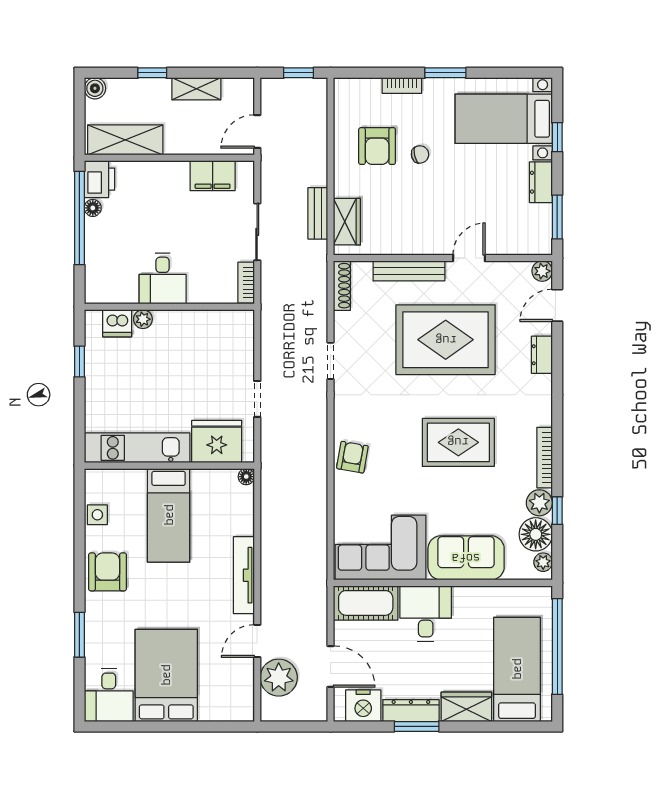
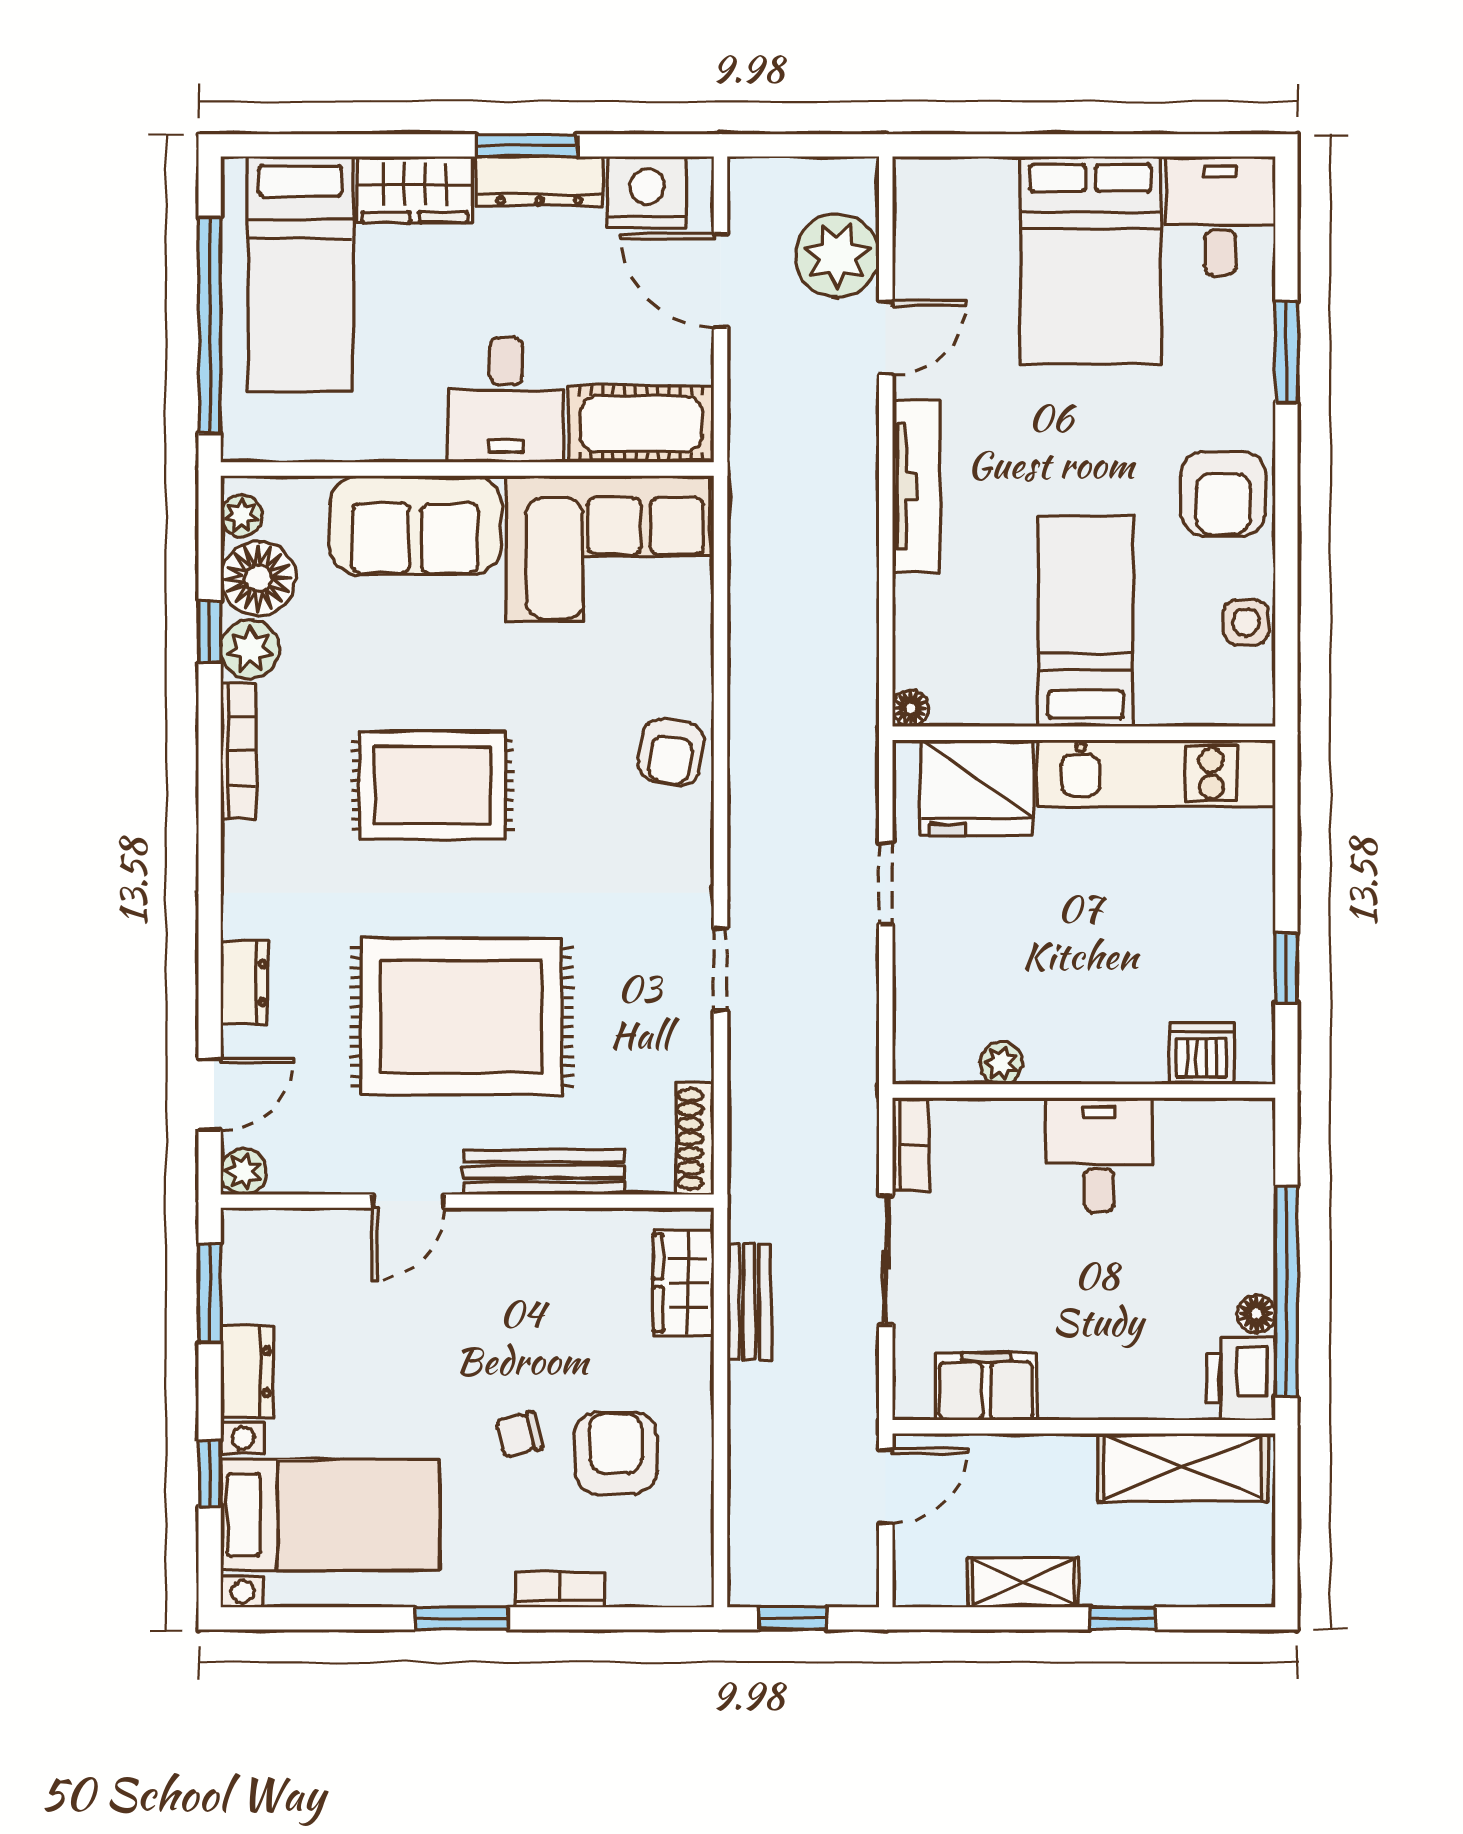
boiler: (95, 88) -> (1251, 1583), removed
plant: (143, 319) -> (1001, 1063), moved

